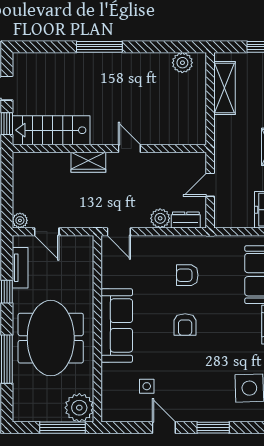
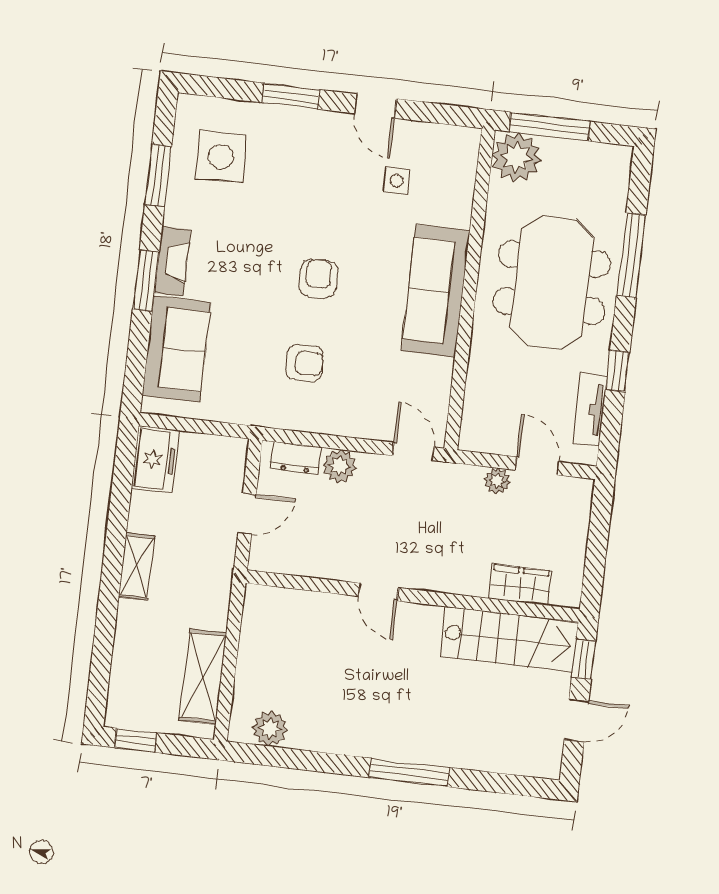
wardrobe: (88, 162) -> (520, 585), moved
plant: (20, 220) -> (497, 481), moved

